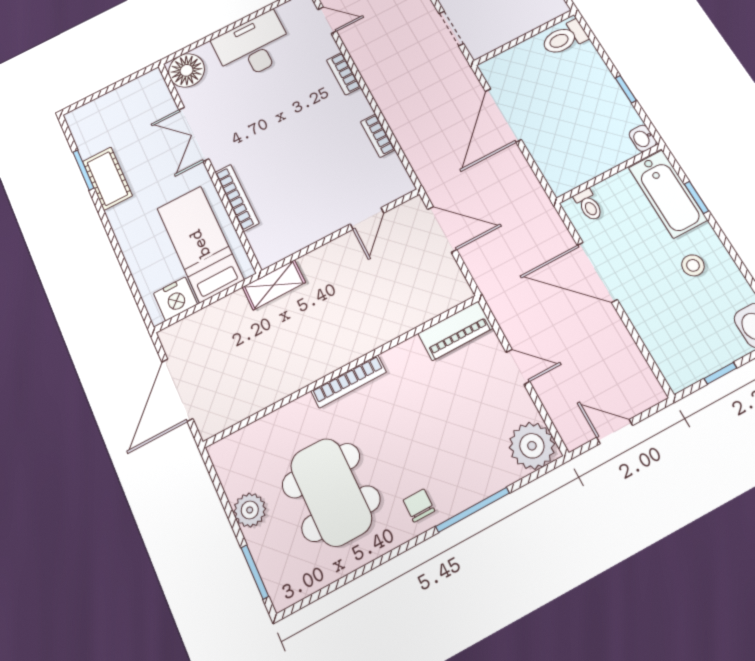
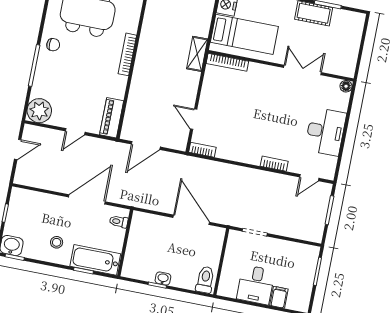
floor lamp: (187, 70) -> (346, 86), width x0.53, depth x0.53
bookcase: (378, 136) -> (202, 150), moved
washbasin: (643, 138) -> (163, 279), moved
bookcase: (237, 198) -> (227, 62), moved
door: (442, 229) -> (146, 146), moved

